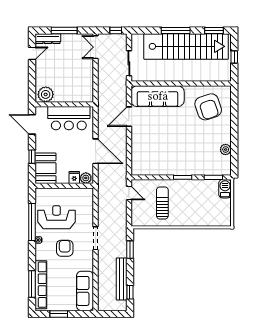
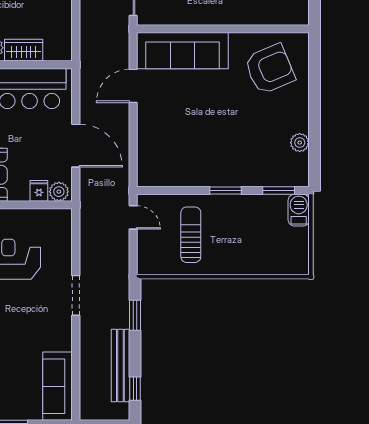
wardrobe: (65, 96) -> (24, 50), added
armchair: (208, 107) -> (270, 69), turned -94
armchair: (65, 248) -> (23, 313), removed

